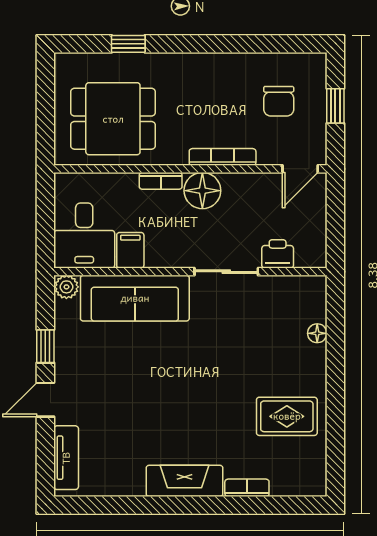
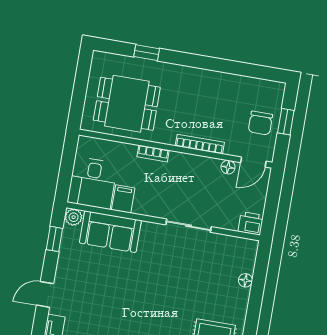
chair: (279, 101) -> (260, 123), moved
floor lamp: (202, 191) -> (228, 167), moved, width x0.53, depth x0.53
printer: (278, 254) -> (251, 223), moved
sofa: (135, 298) -> (110, 232), width x0.73
window: (45, 346) -> (54, 239), moved

